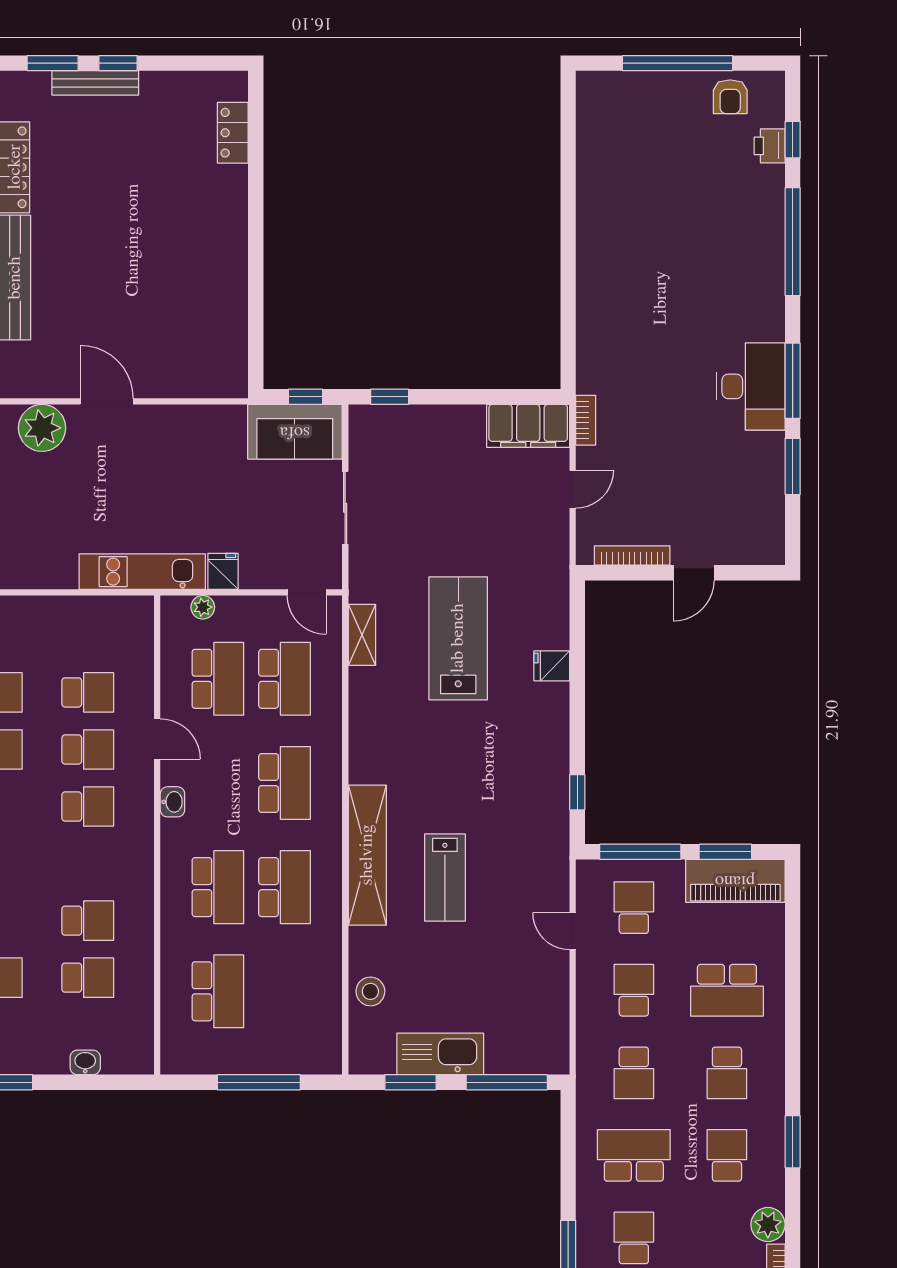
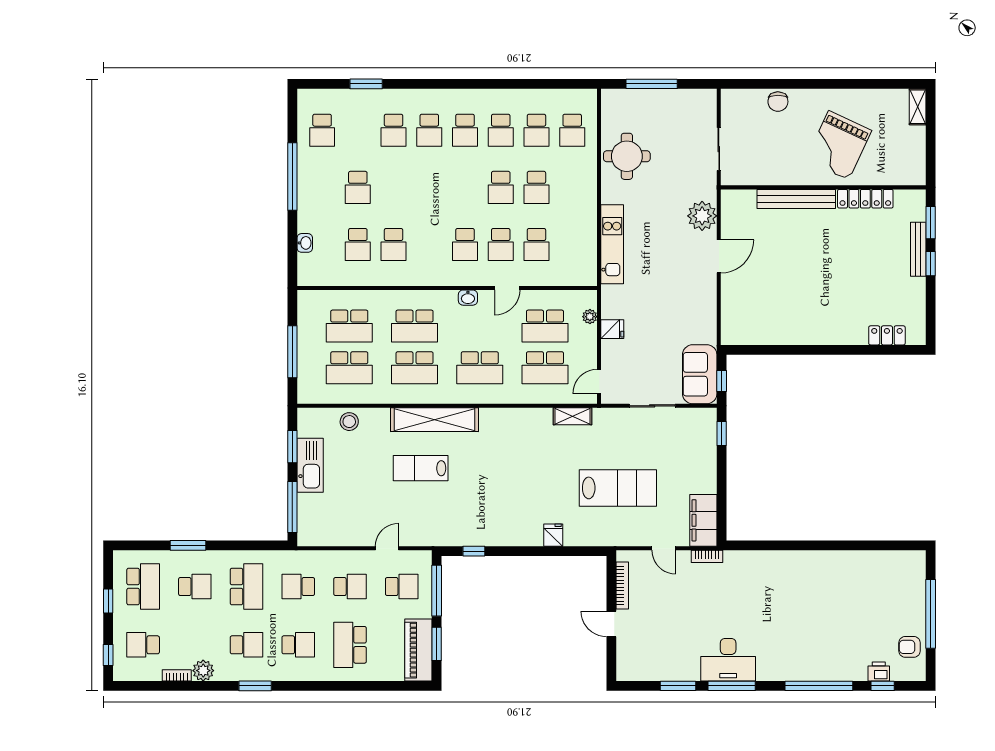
kitchen unit: (142, 572) -> (612, 244), moved
lab bench: (458, 638) -> (618, 488), moved
school desk: (285, 991) -> (349, 368), added
school desk: (727, 1073) -> (298, 645), turned 180

